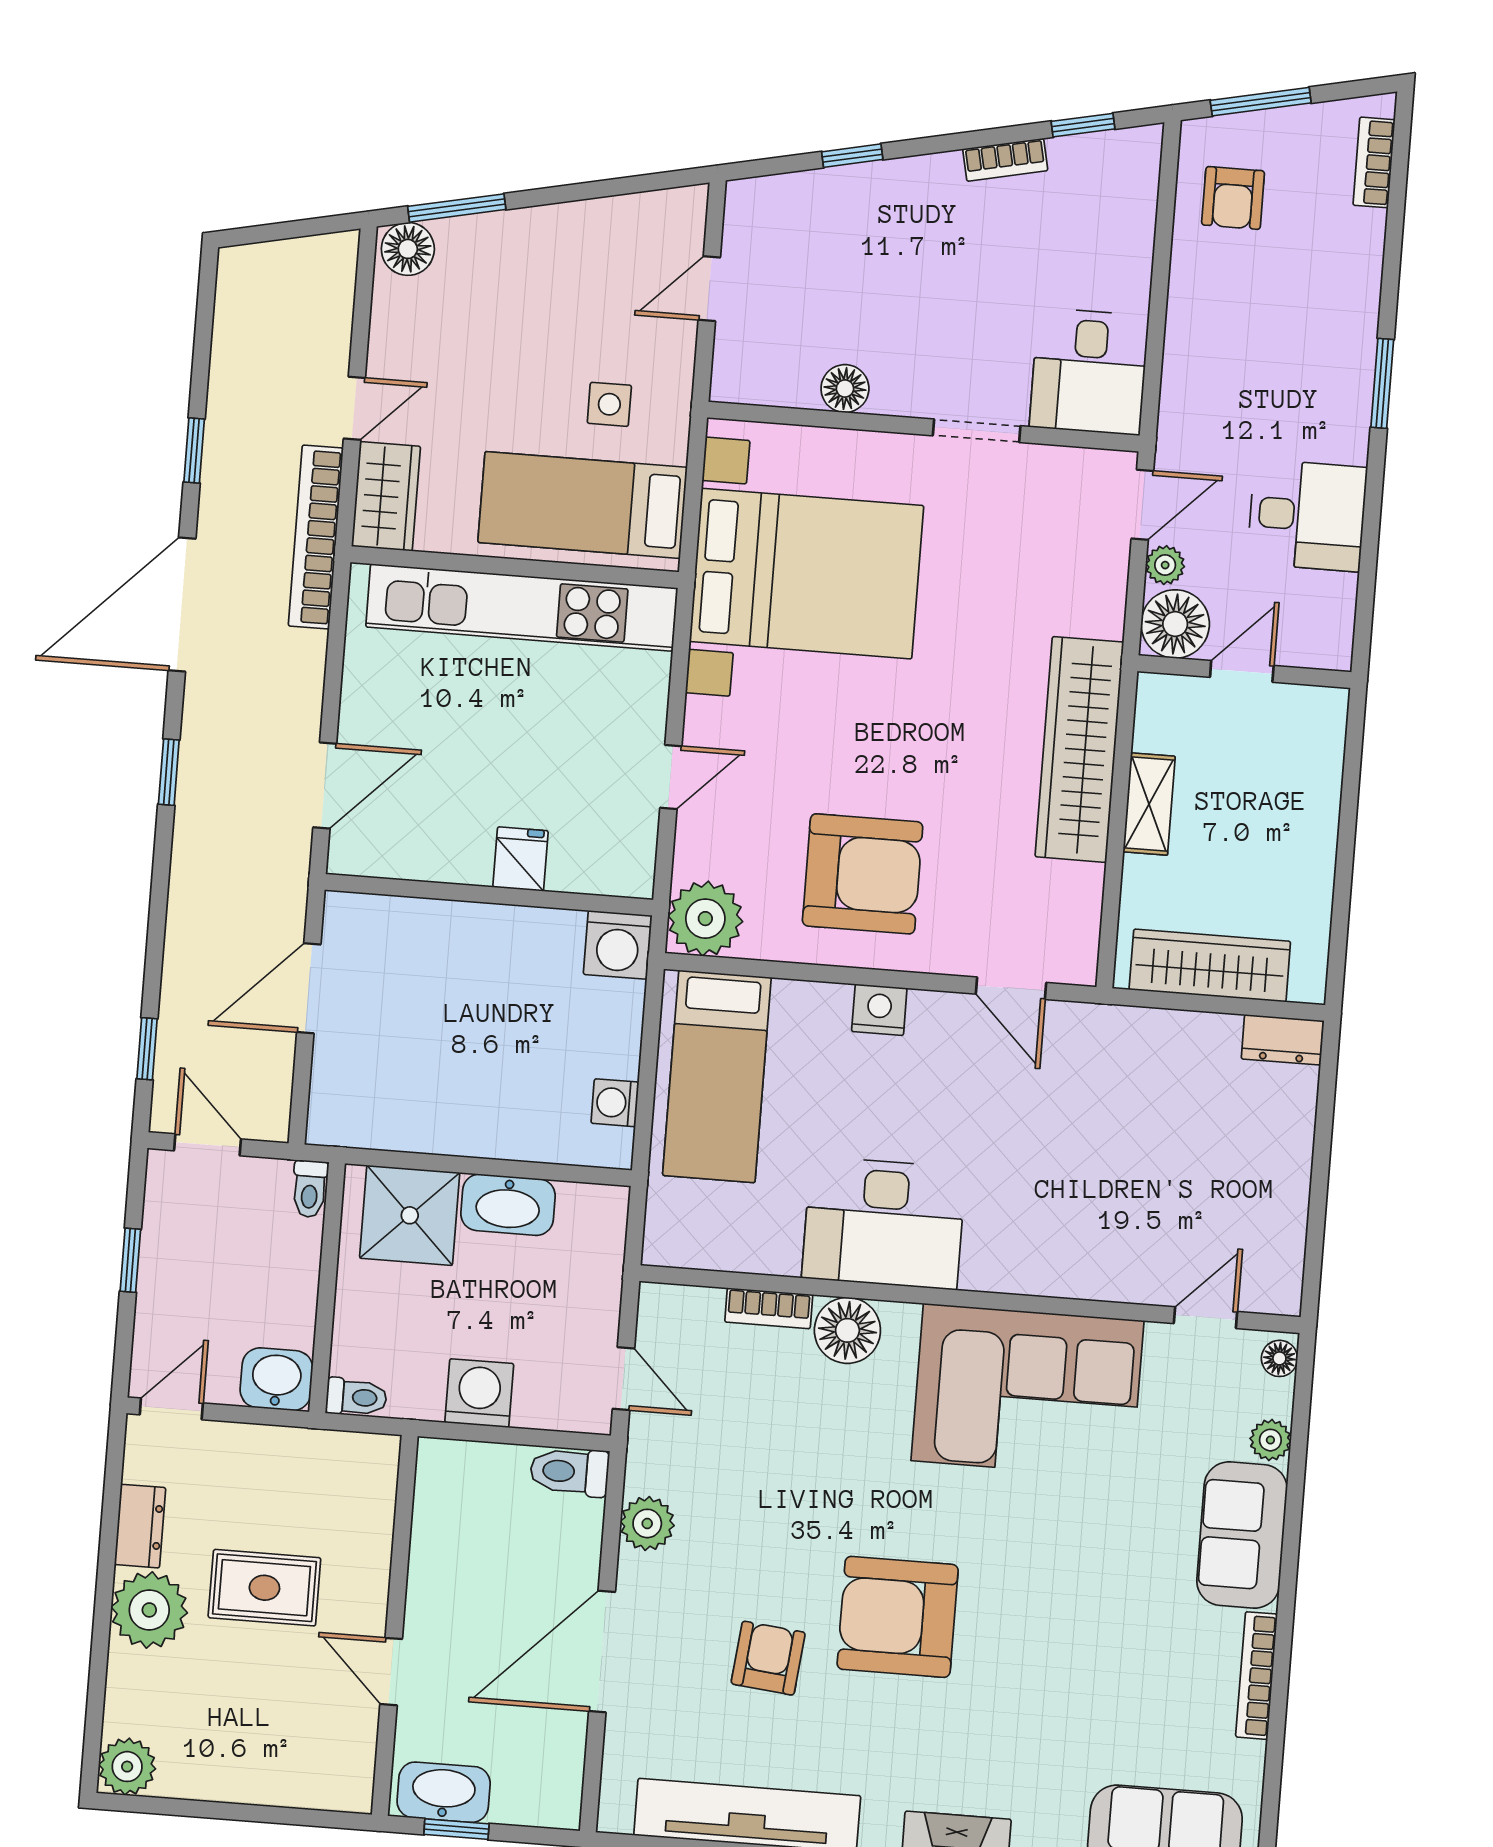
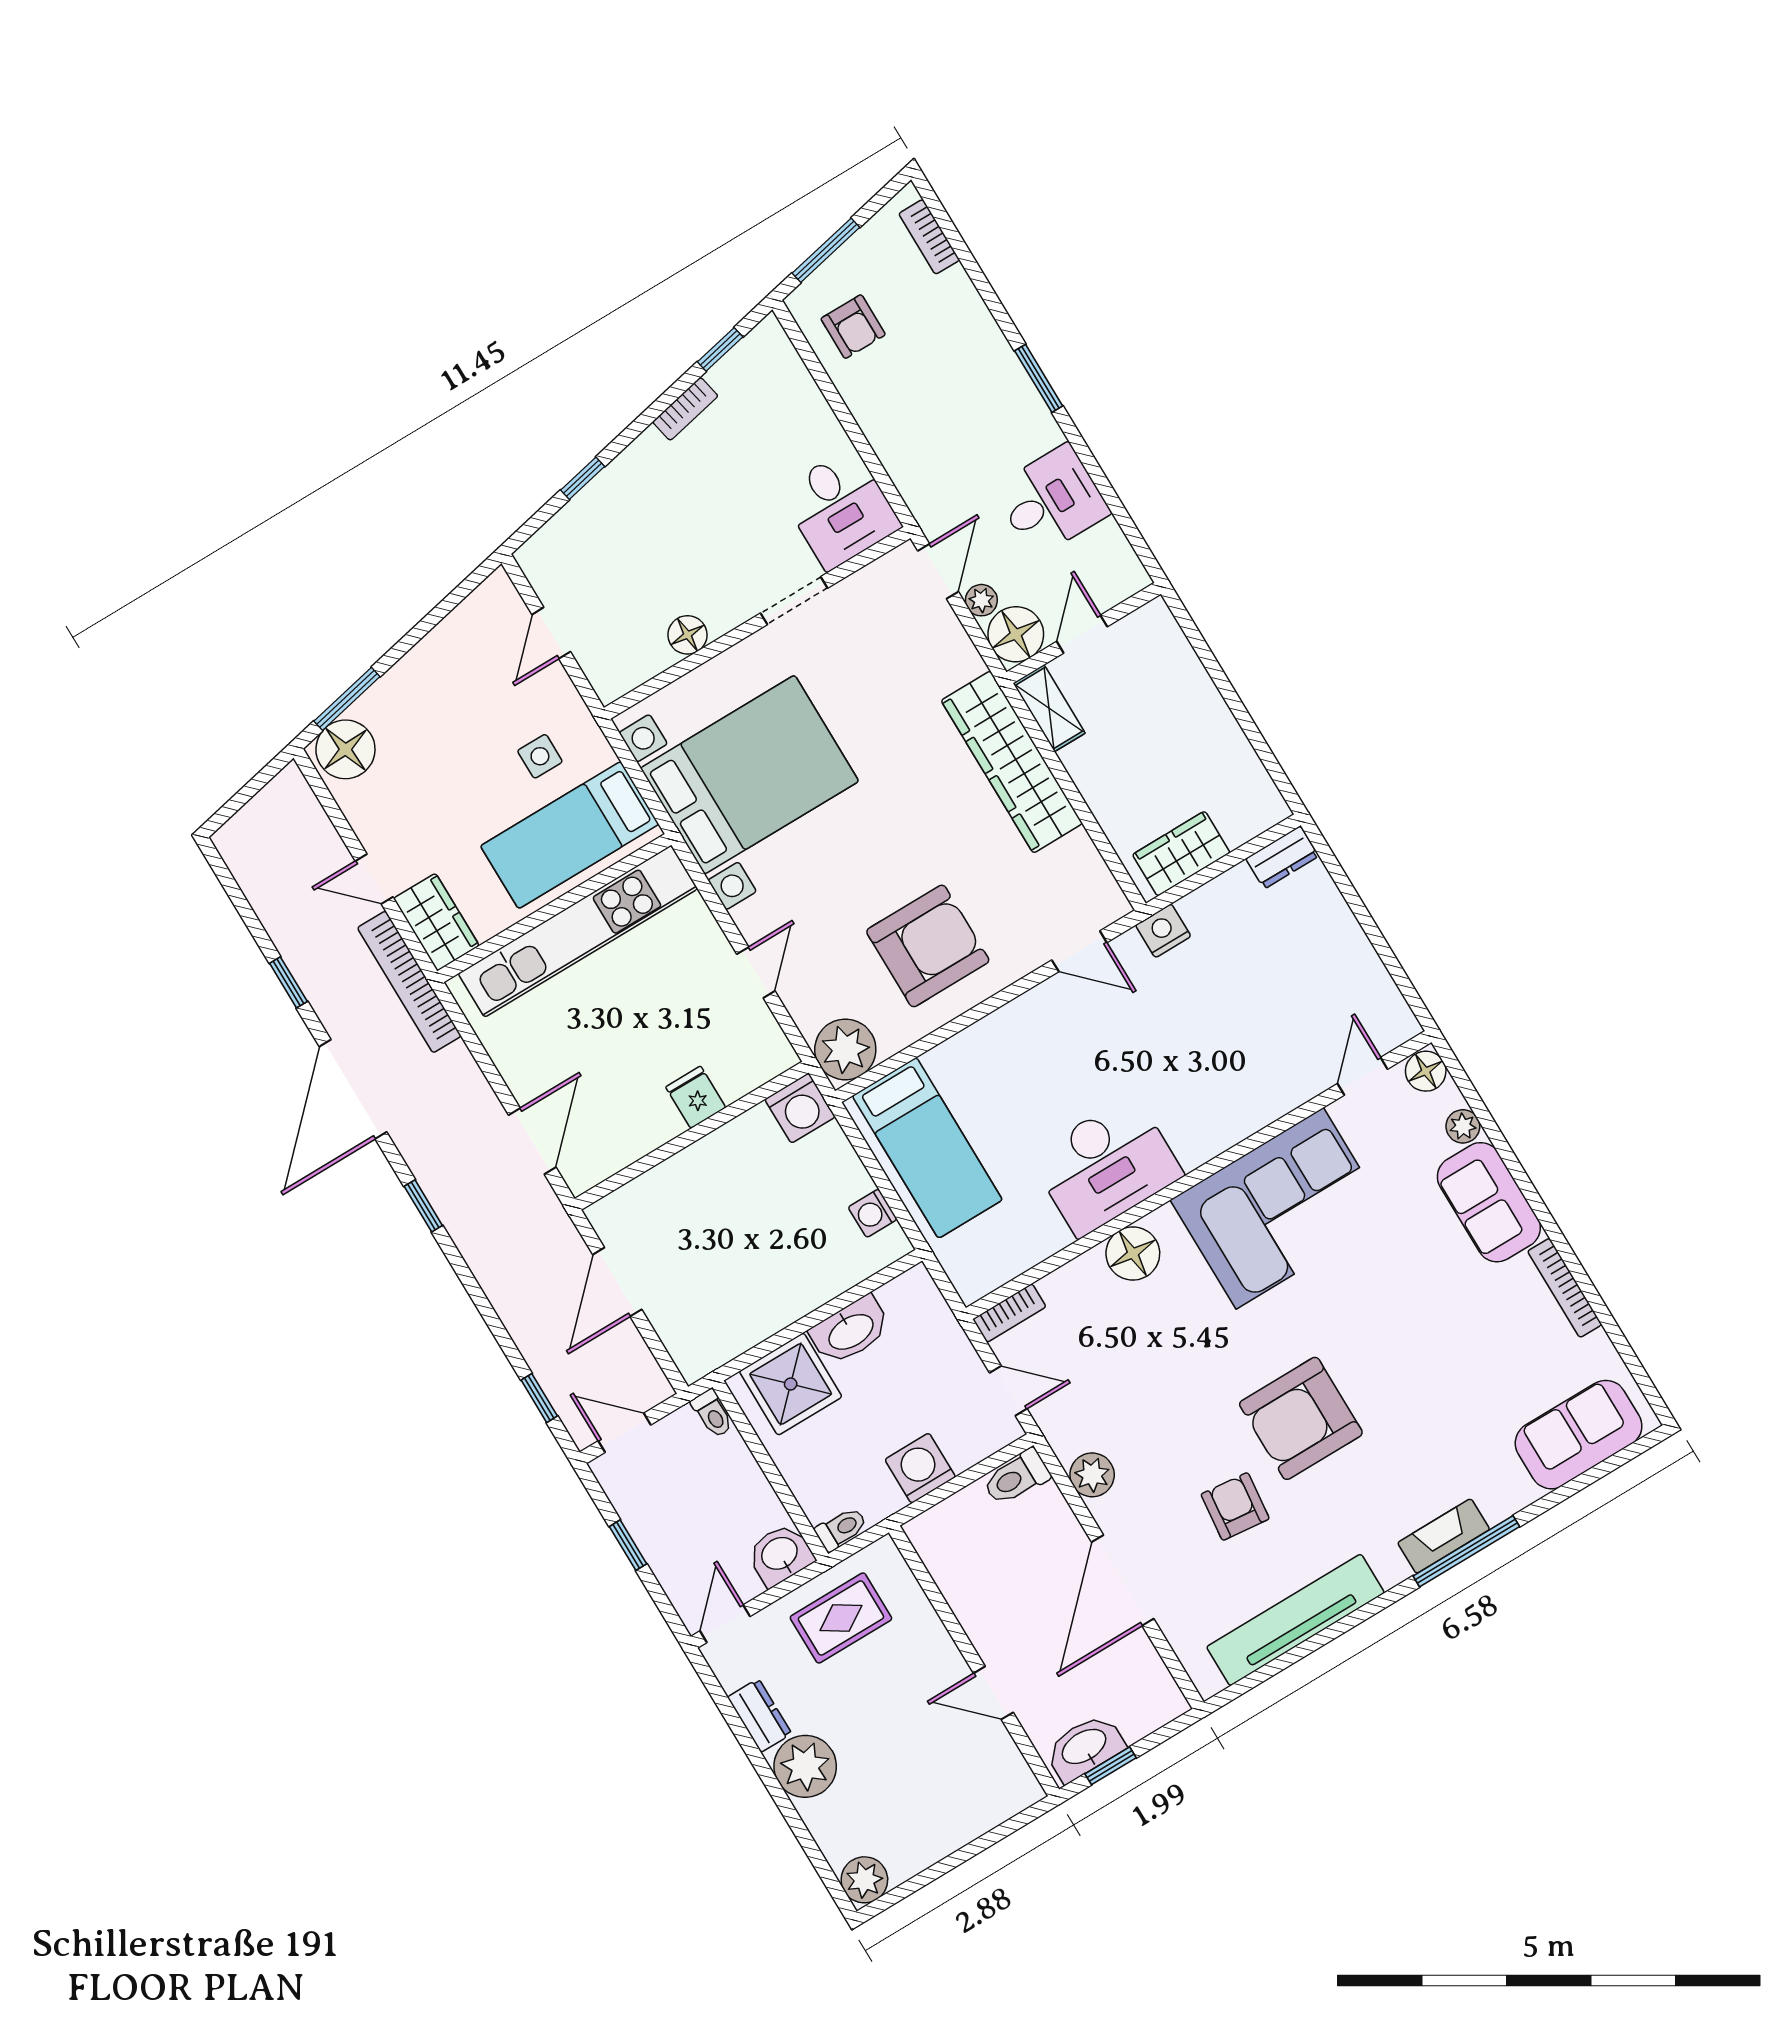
floor lamp: (408, 249) -> (345, 749), width x1.38, depth x1.38
door: (354, 408) -> (374, 879), swing flipped
shelving: (1149, 804) -> (1049, 708), moved
wardrobe: (1210, 966) -> (1181, 854), width x0.67
nightstand: (879, 1010) -> (1163, 931), moved
bookcase: (769, 1308) -> (1009, 1313), moved
floor lamp: (1279, 1358) -> (1426, 1071), width x1.37, depth x1.37
rug: (264, 1588) -> (841, 1618), moved

